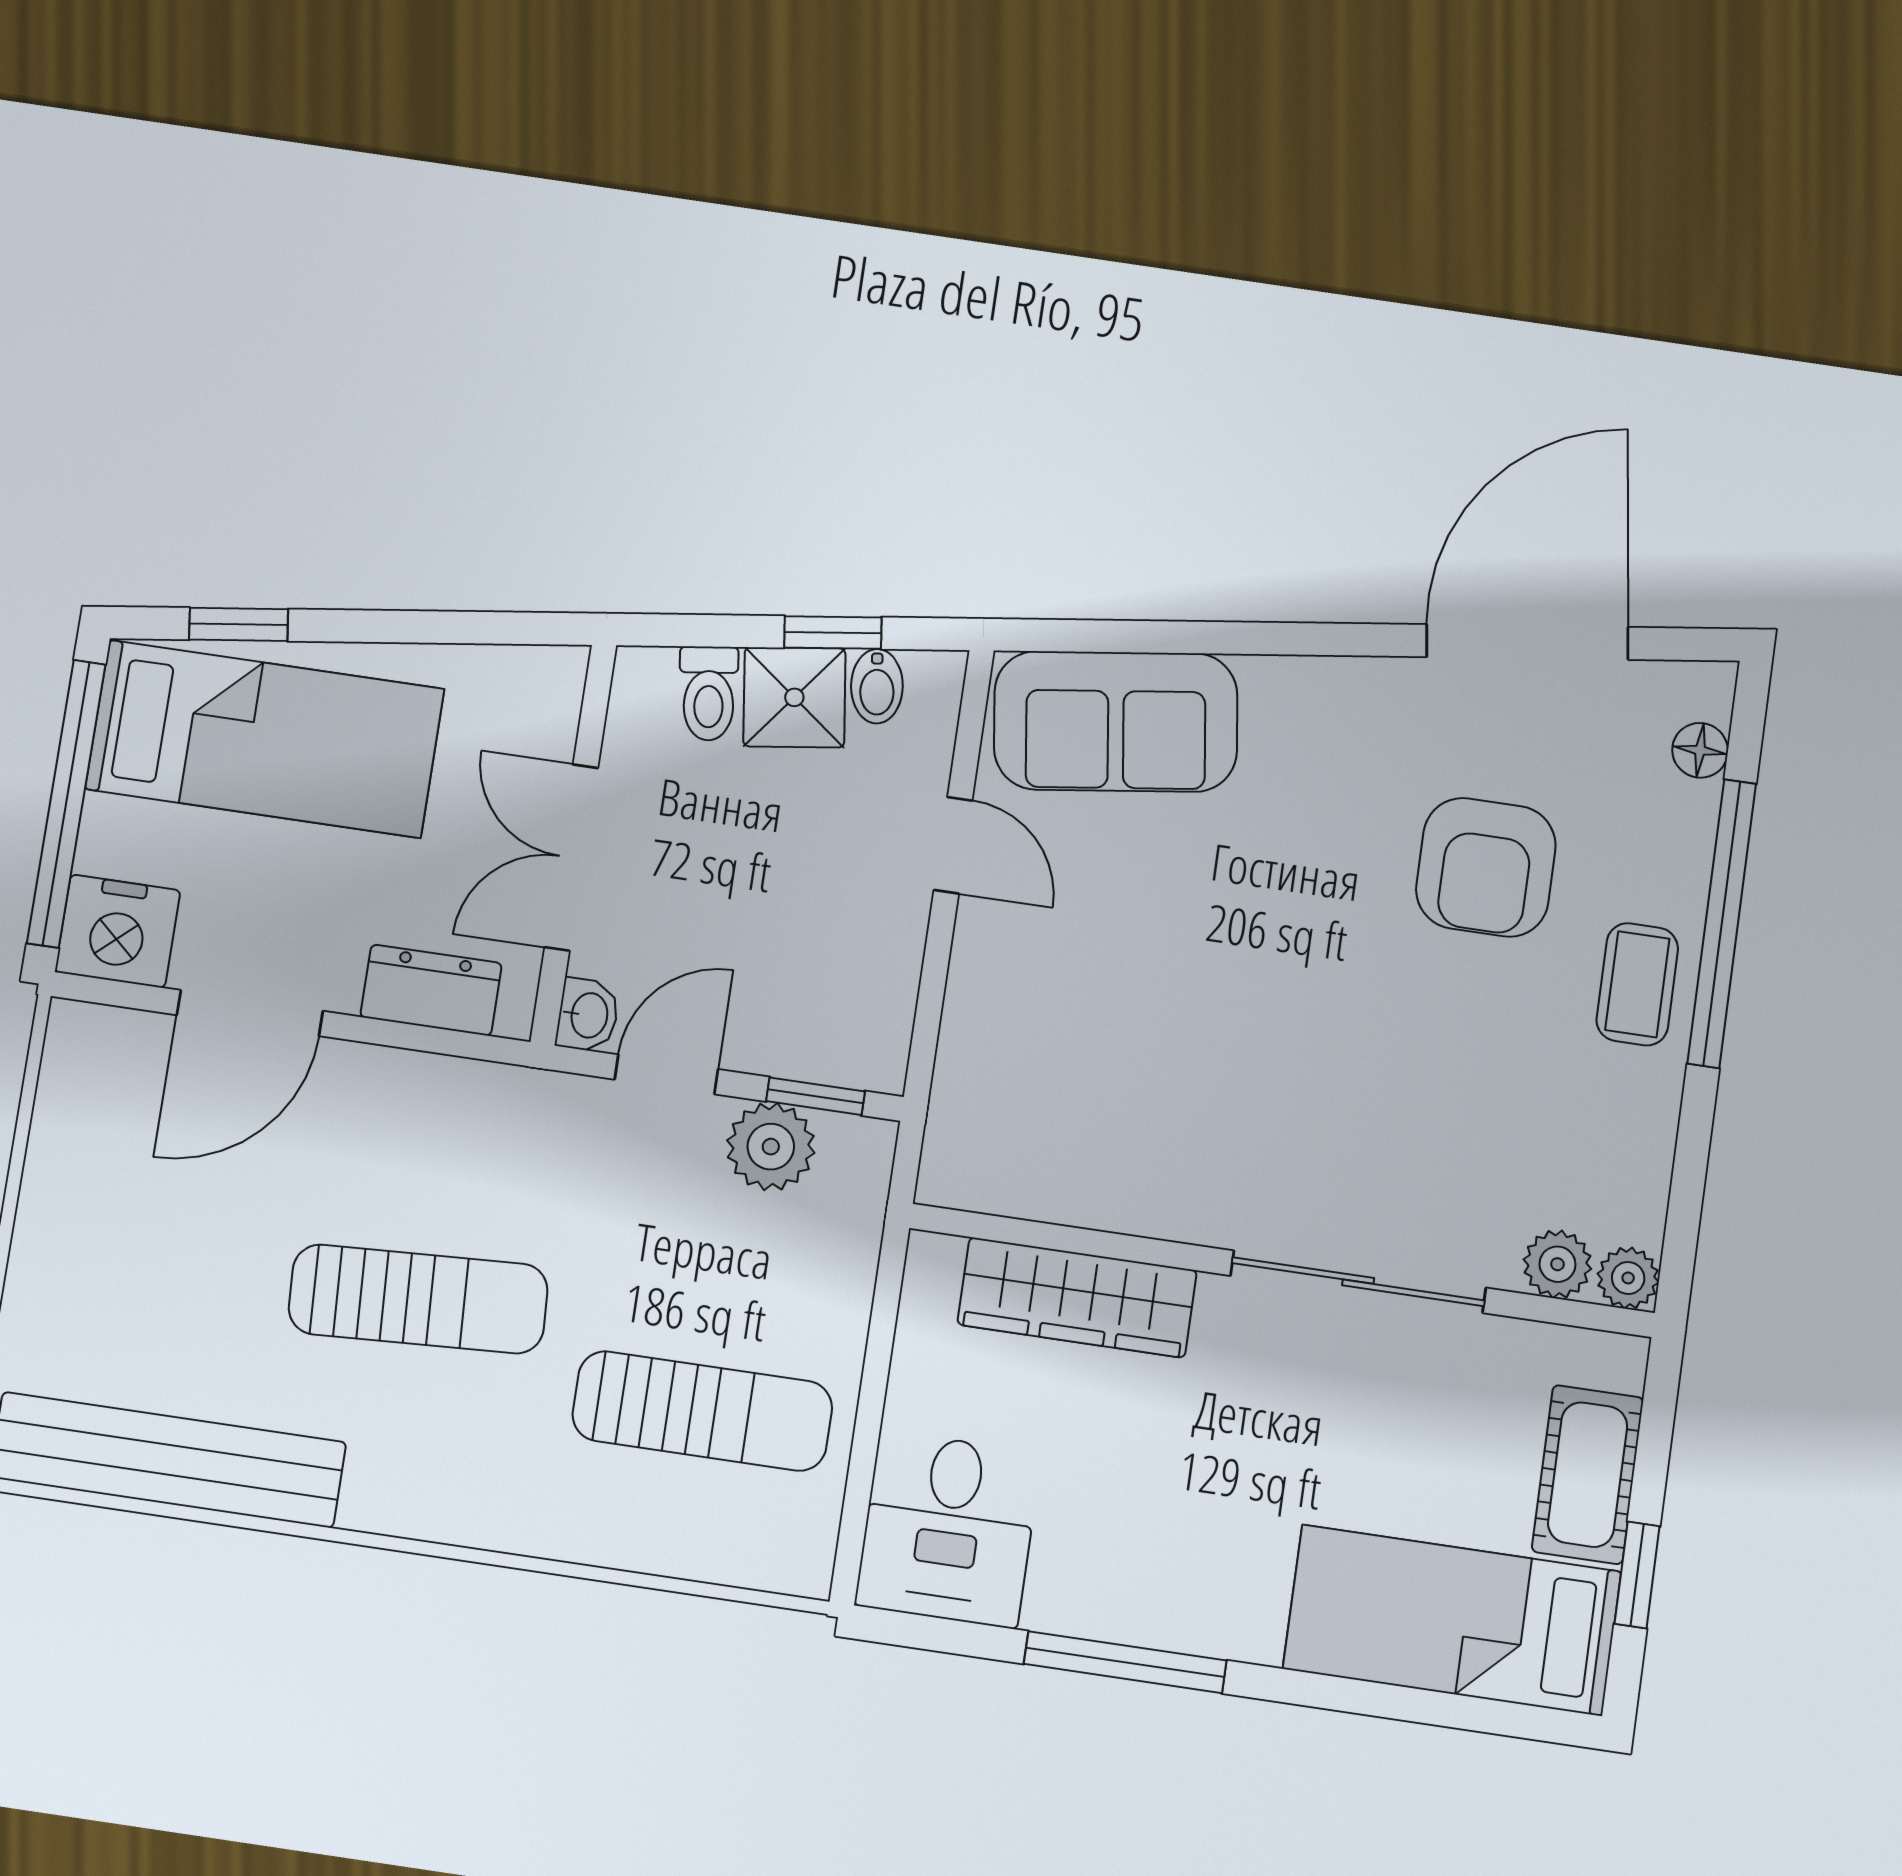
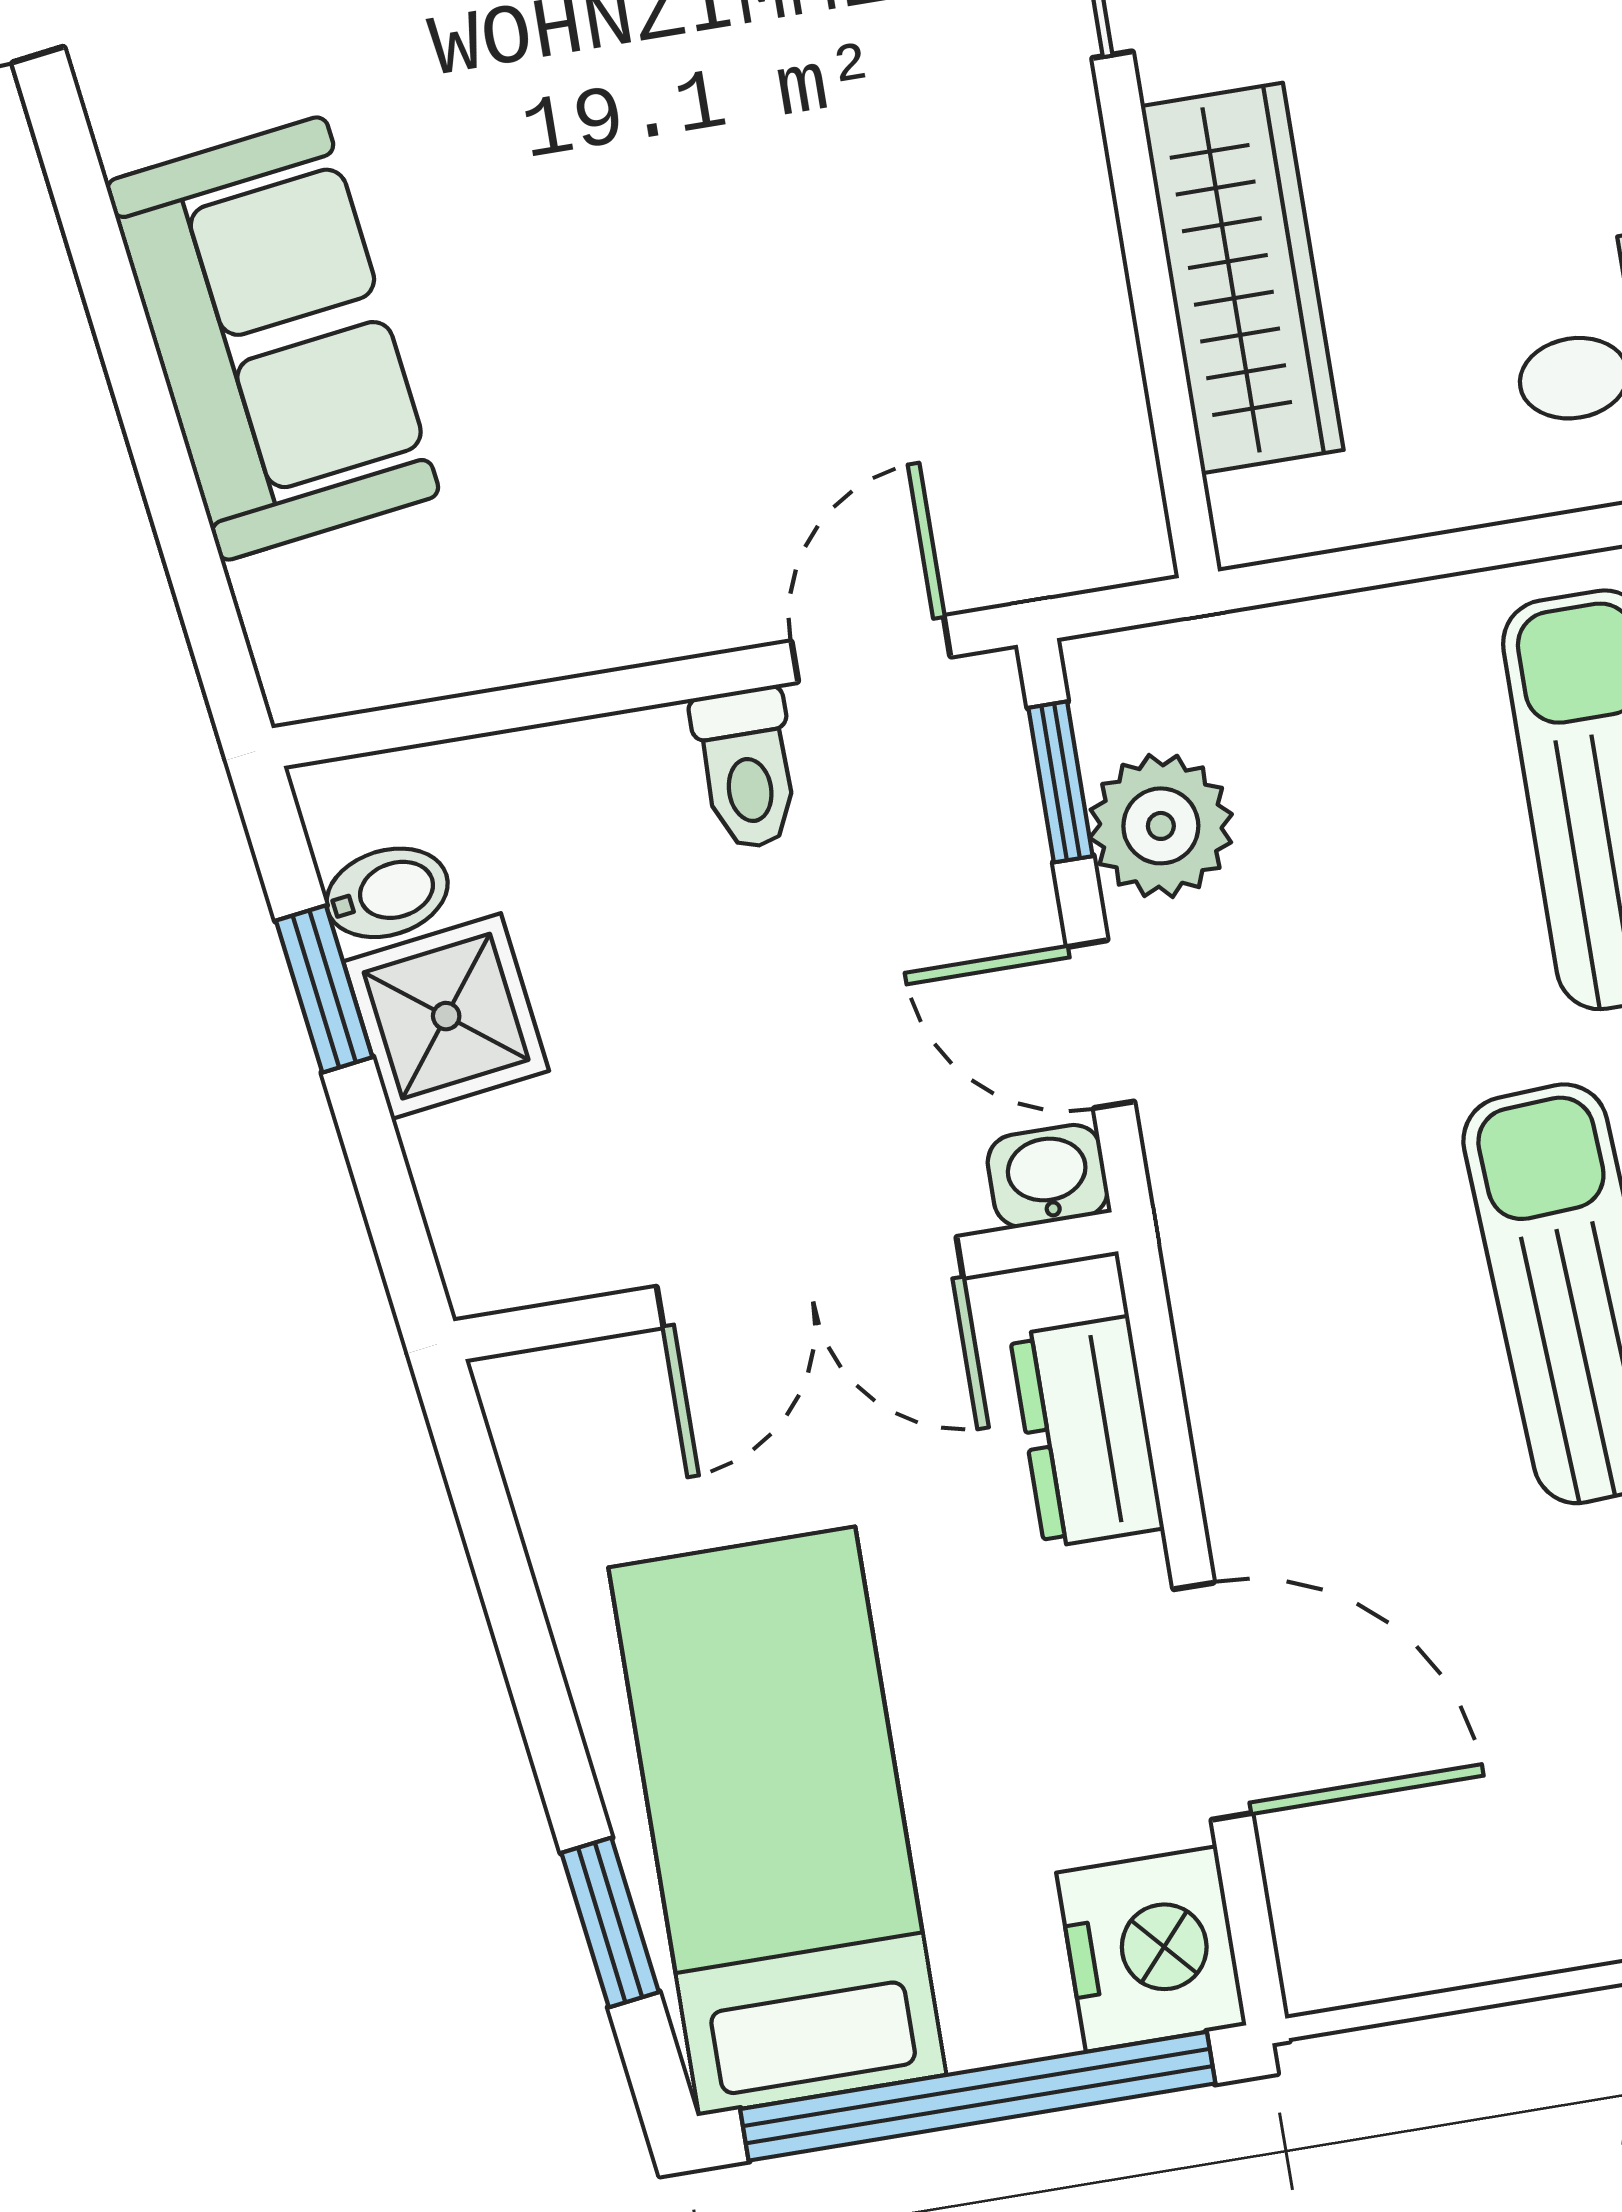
toilet: (709, 693) -> (747, 768), moved, turned 98
sofa: (1116, 721) -> (273, 339), moved
door: (953, 845) -> (871, 649), moved

